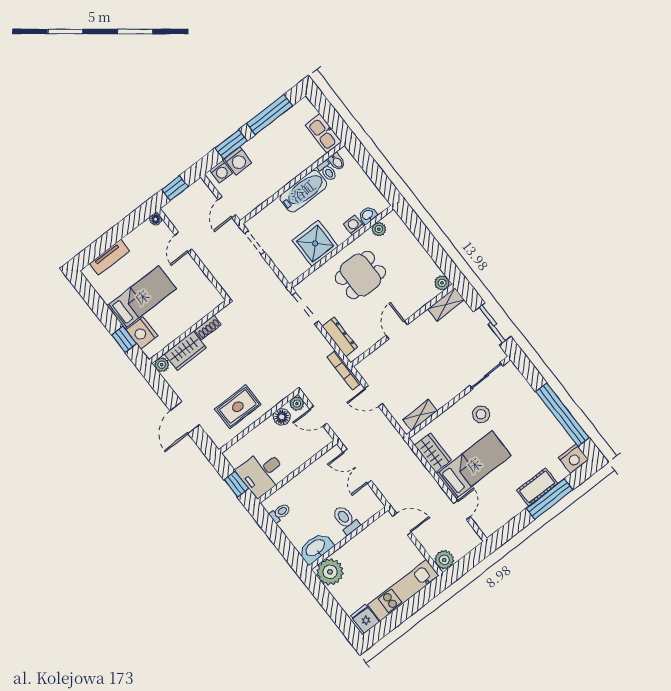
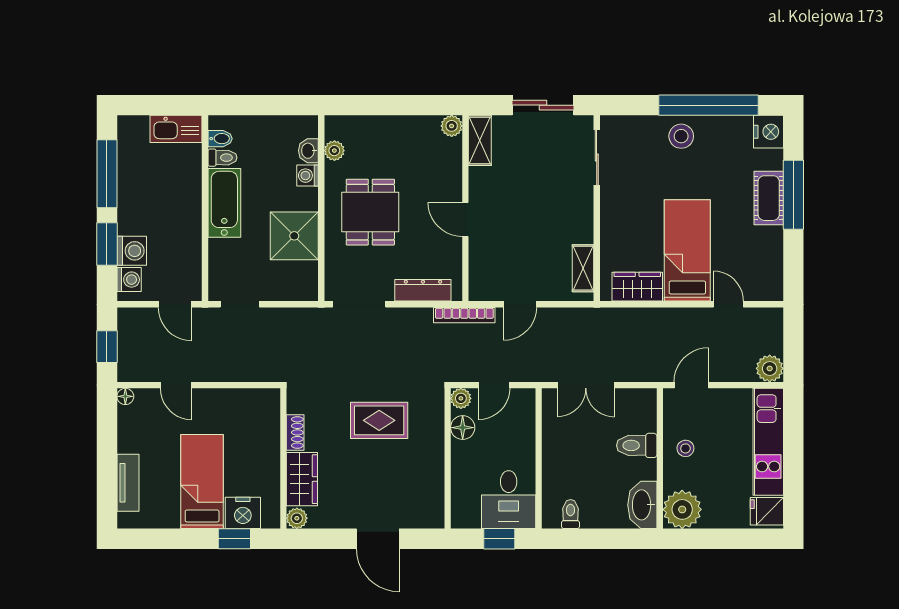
rug: (238, 407) -> (379, 420), moved, turned 90
stool: (481, 414) -> (681, 136), moved
stool: (365, 548) -> (685, 448), added

